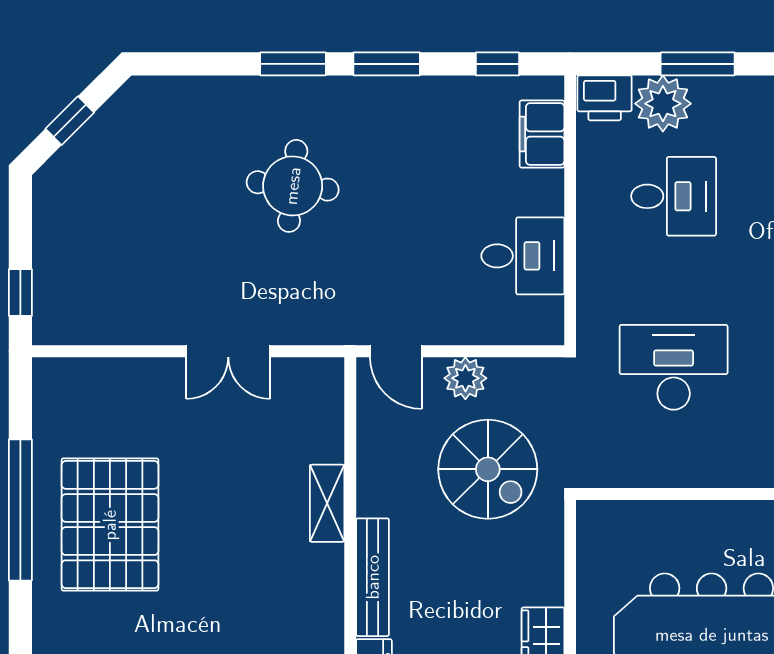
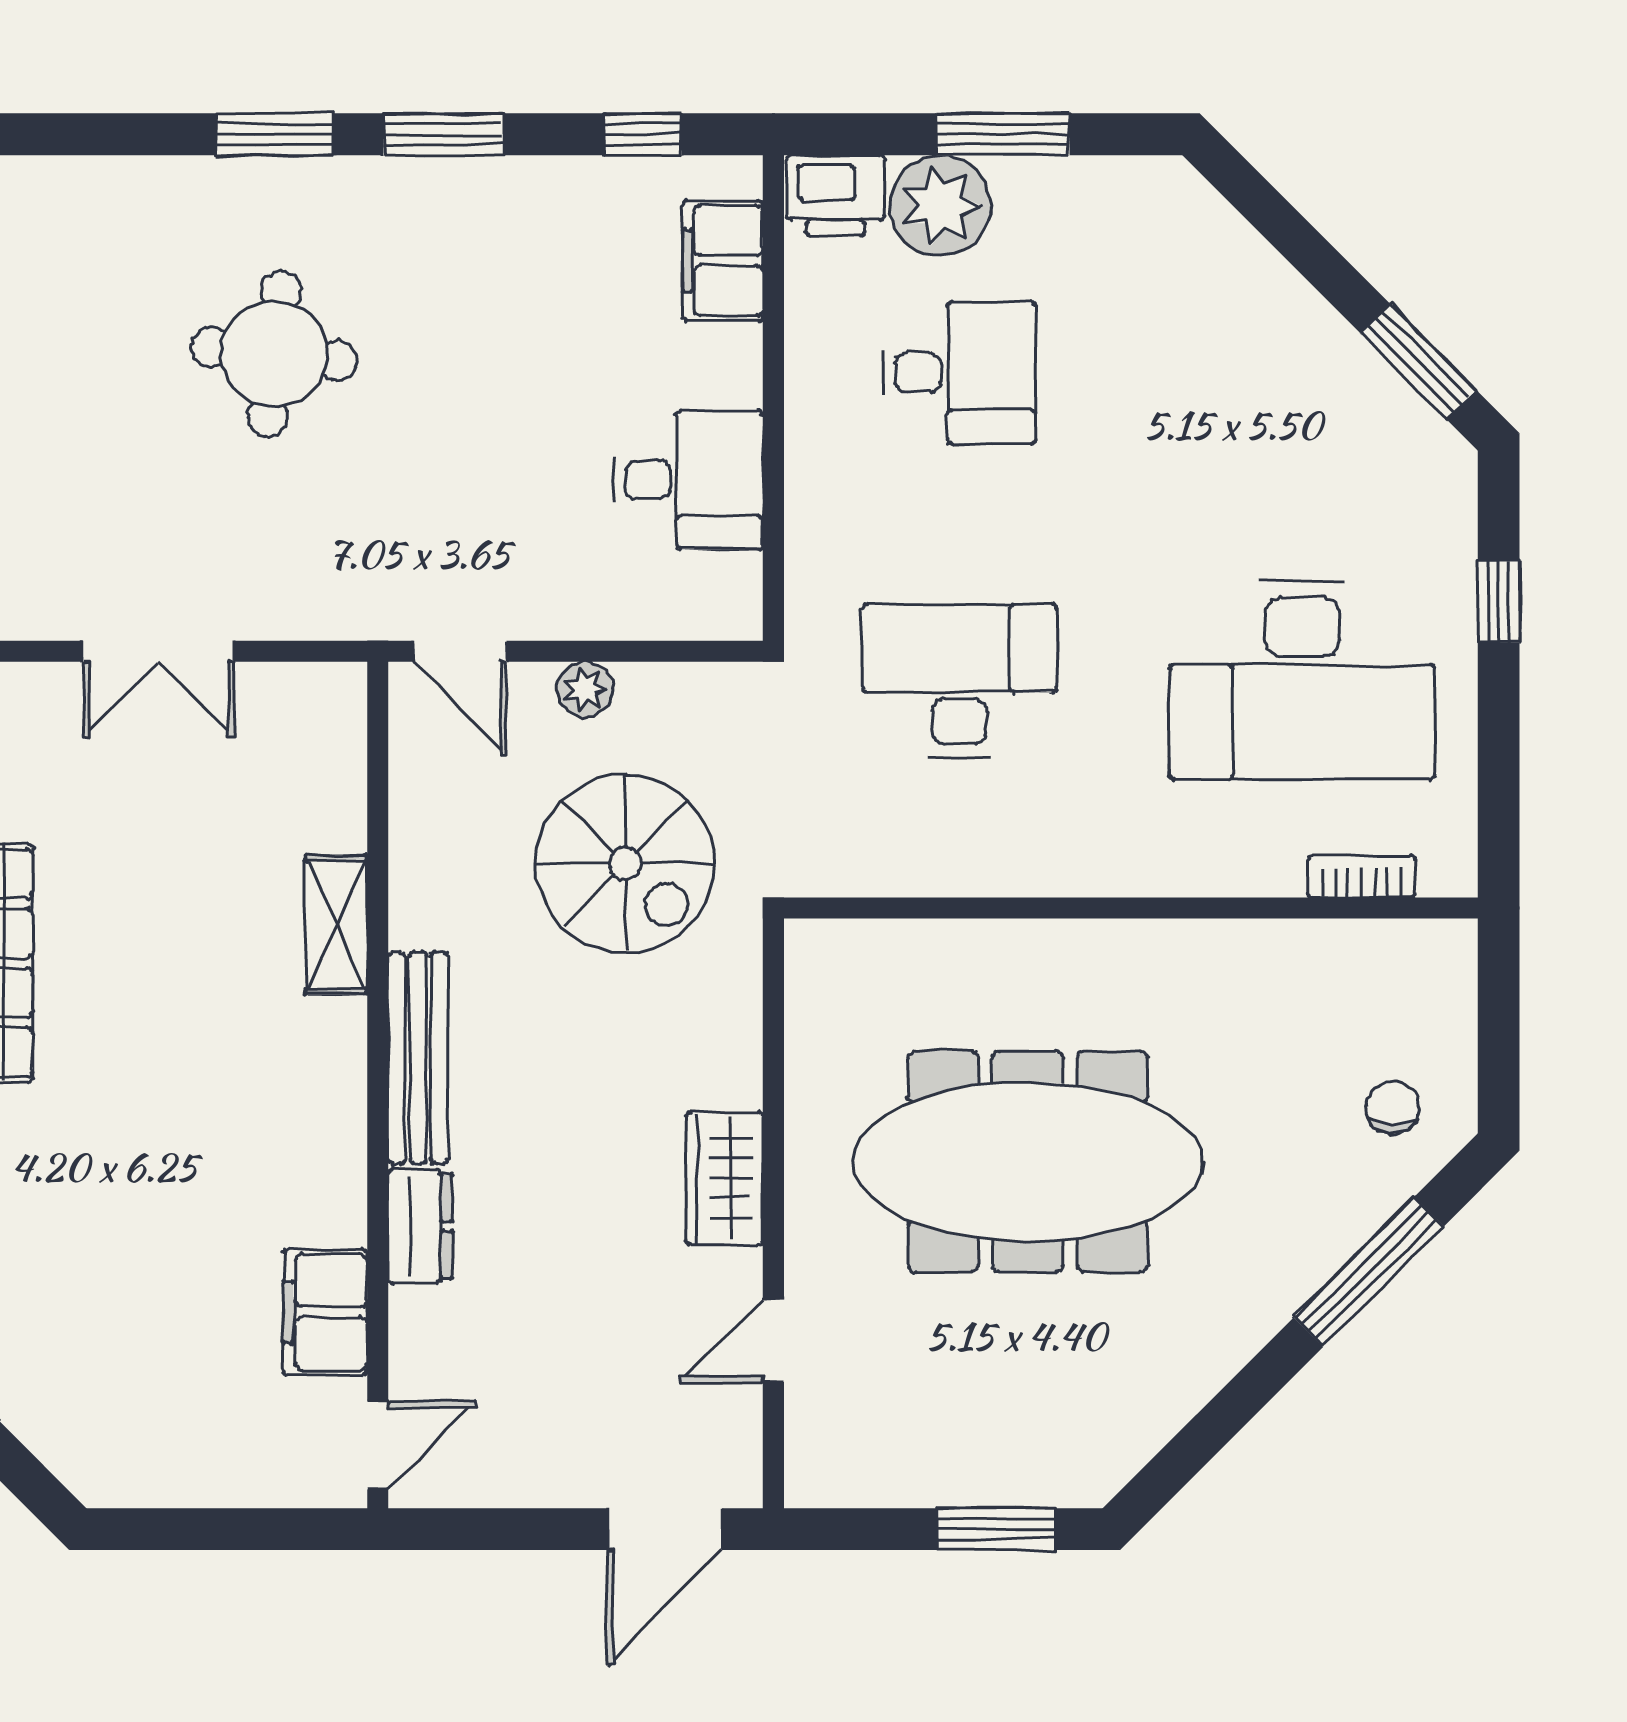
plant: (465, 378) -> (585, 689), width x0.73, depth x0.73

